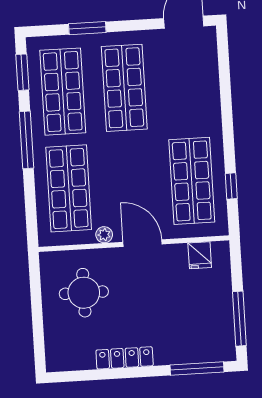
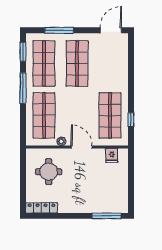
window: (87, 28) -> (59, 30), width x1.44
window: (239, 319) -> (131, 191), removed
locker: (125, 358) -> (42, 208), moved

